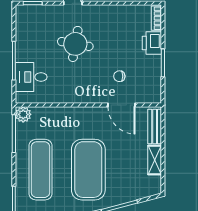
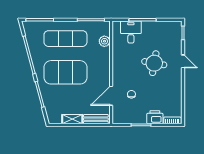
plant: (23, 114) -> (104, 41), moved

